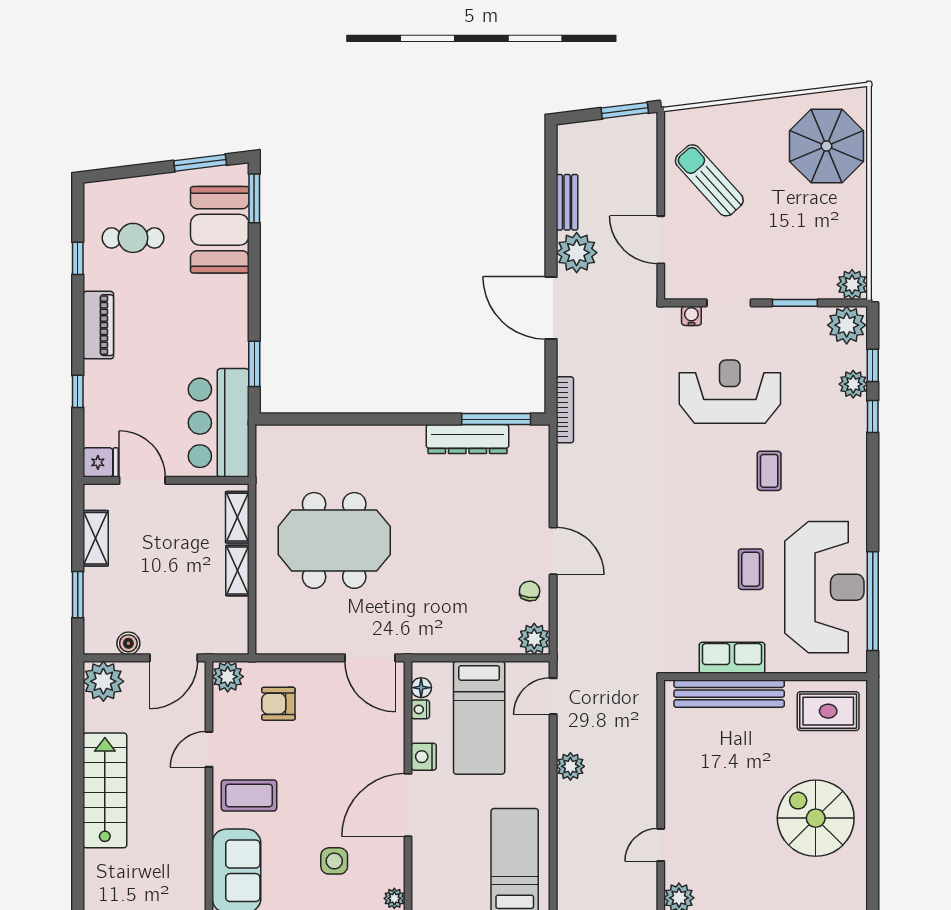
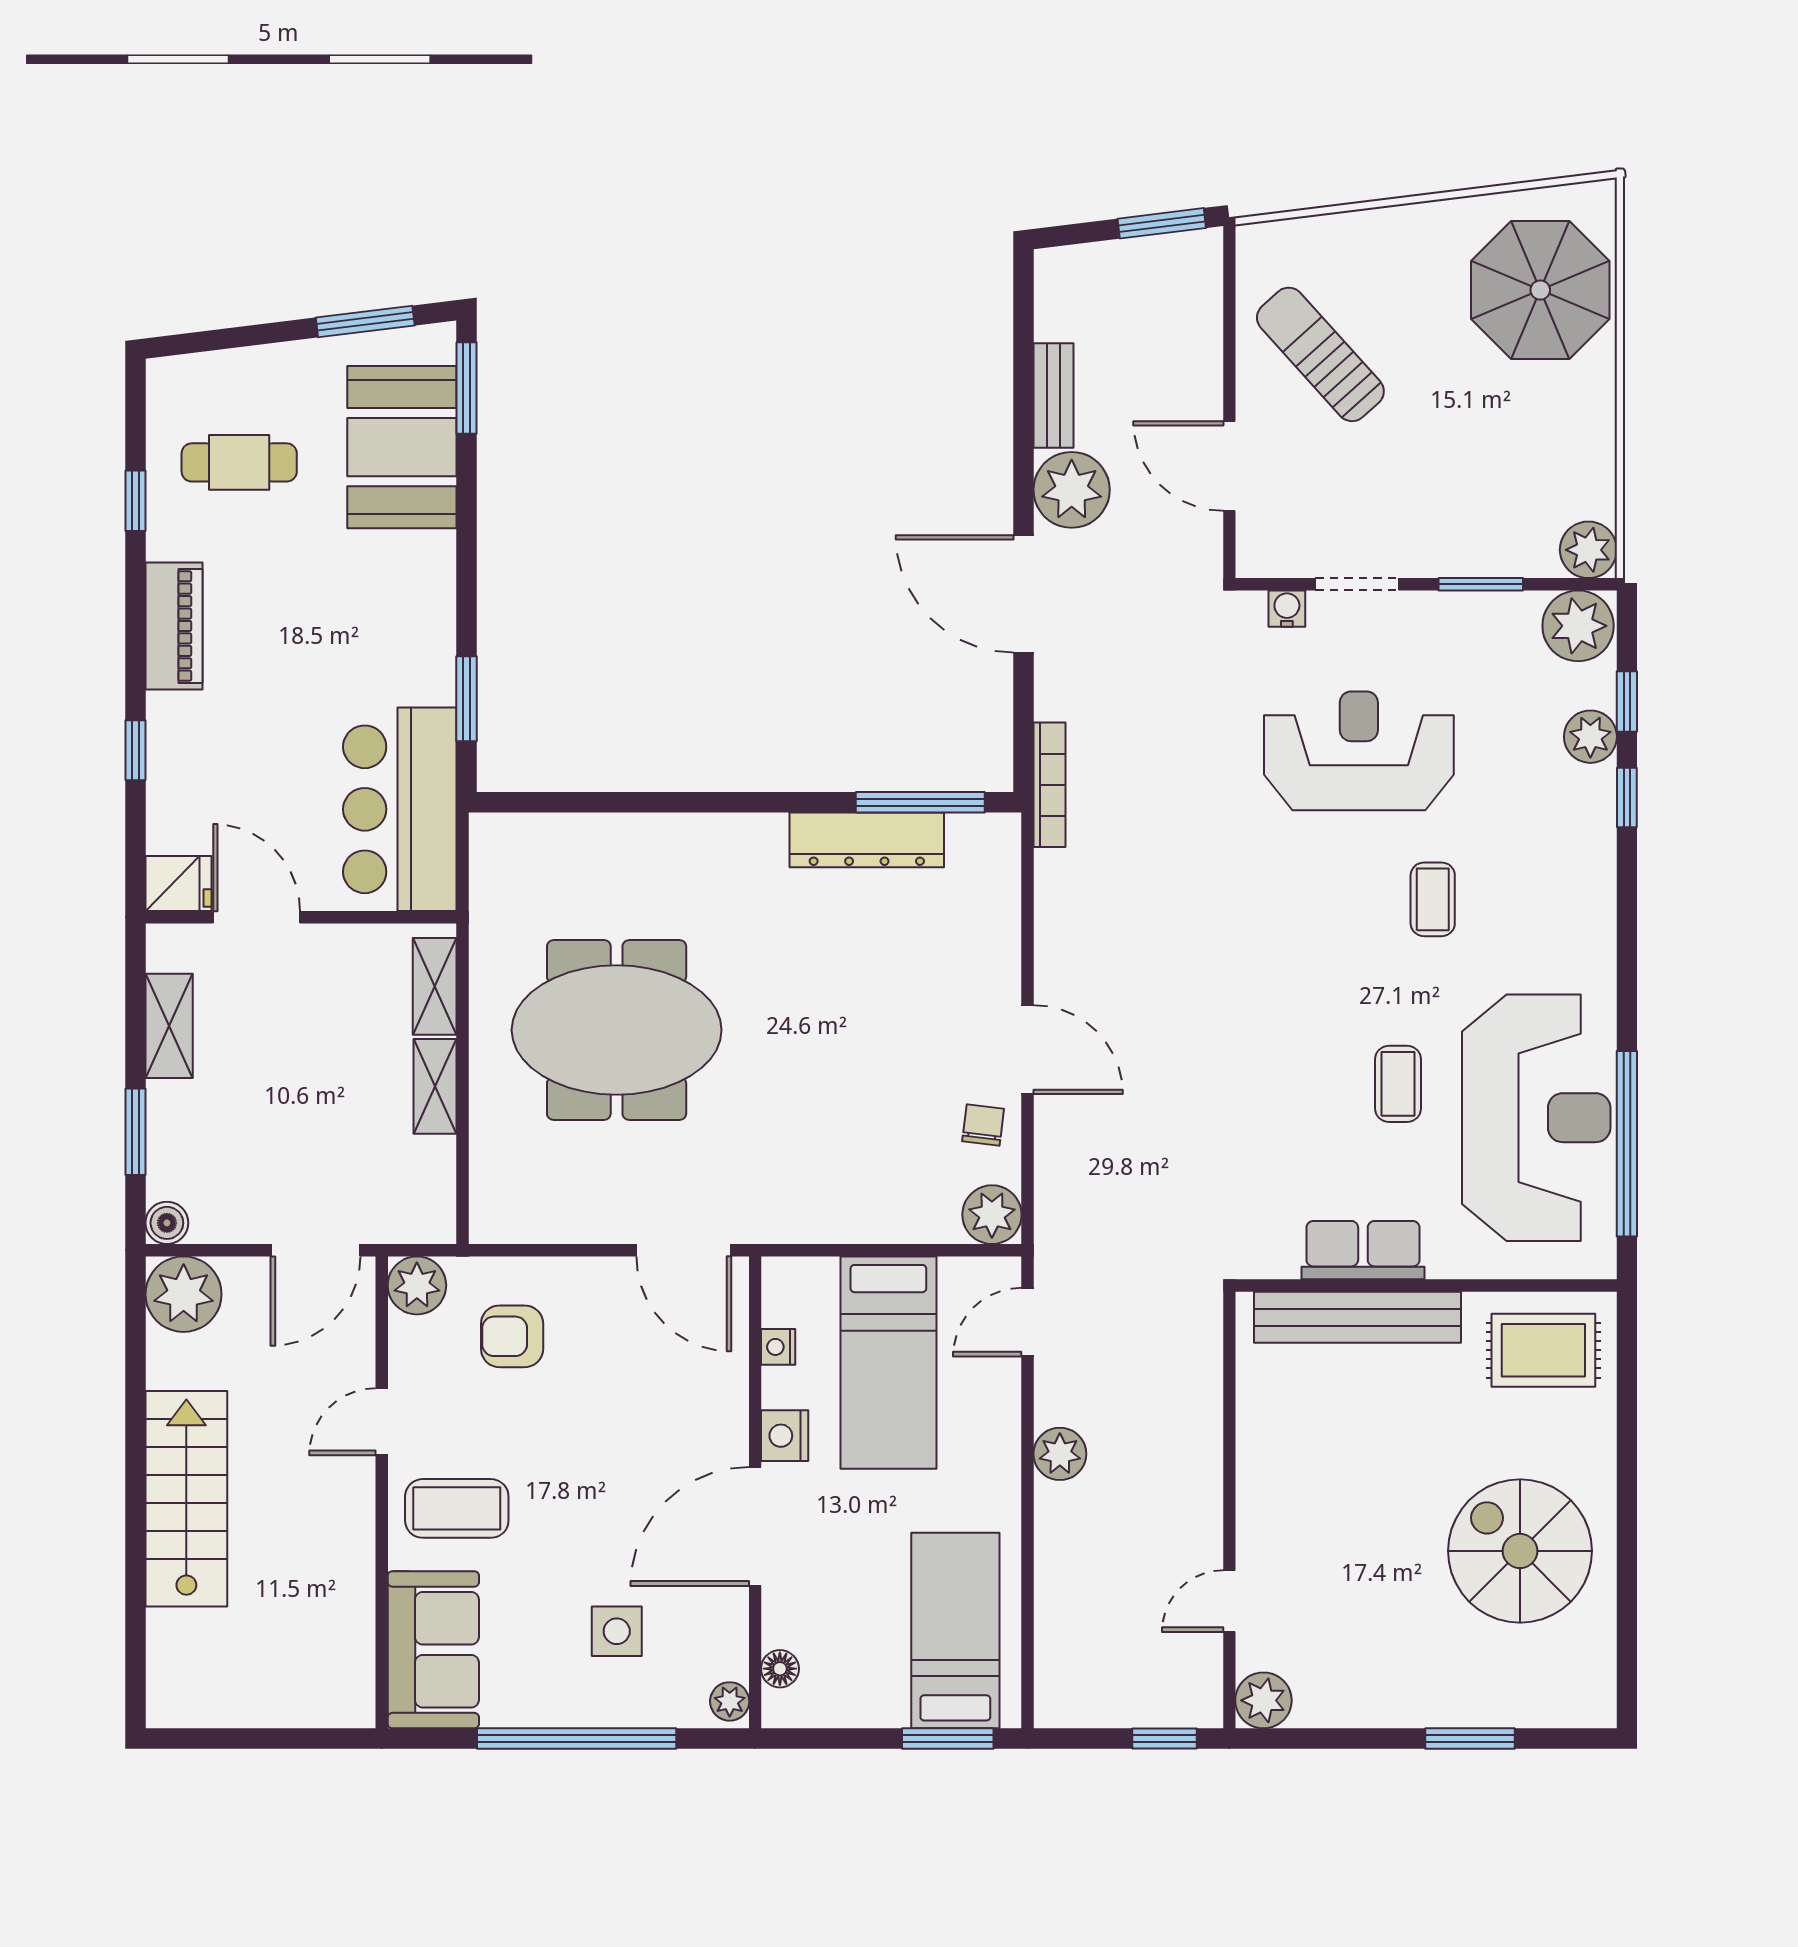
boiler: (128, 643) -> (167, 1223), moved
floor lamp: (421, 688) -> (780, 1669), moved

